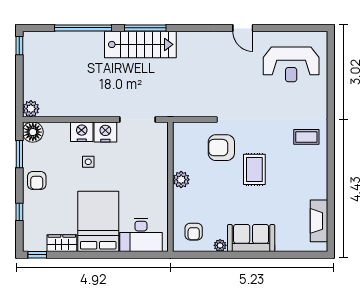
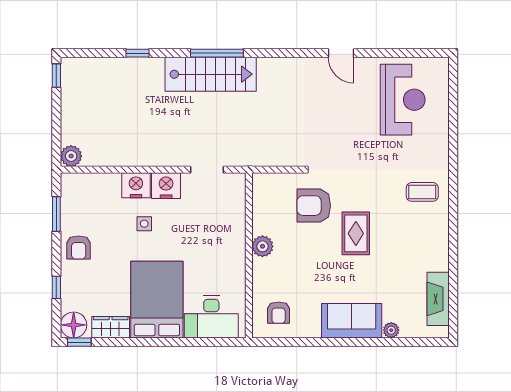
window: (83, 28) -> (137, 53), width x0.32
reception desk: (291, 64) -> (403, 100), turned -90
doorway: (138, 119) -> (207, 170), width x0.73
floor lamp: (33, 132) -> (74, 325), moved
plant: (220, 245) -> (391, 330), moved

